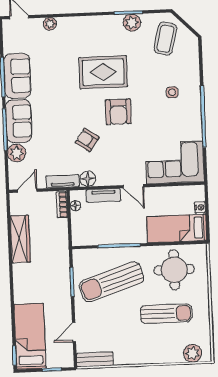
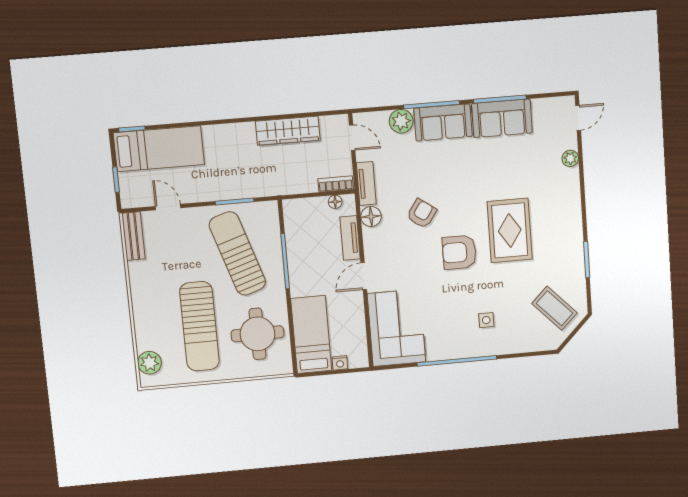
plant: (132, 23) -> (574, 265), removed
coffee table: (165, 39) -> (555, 308), turned 32
sun lounger: (166, 314) -> (199, 326), width x1.36, depth x1.34

